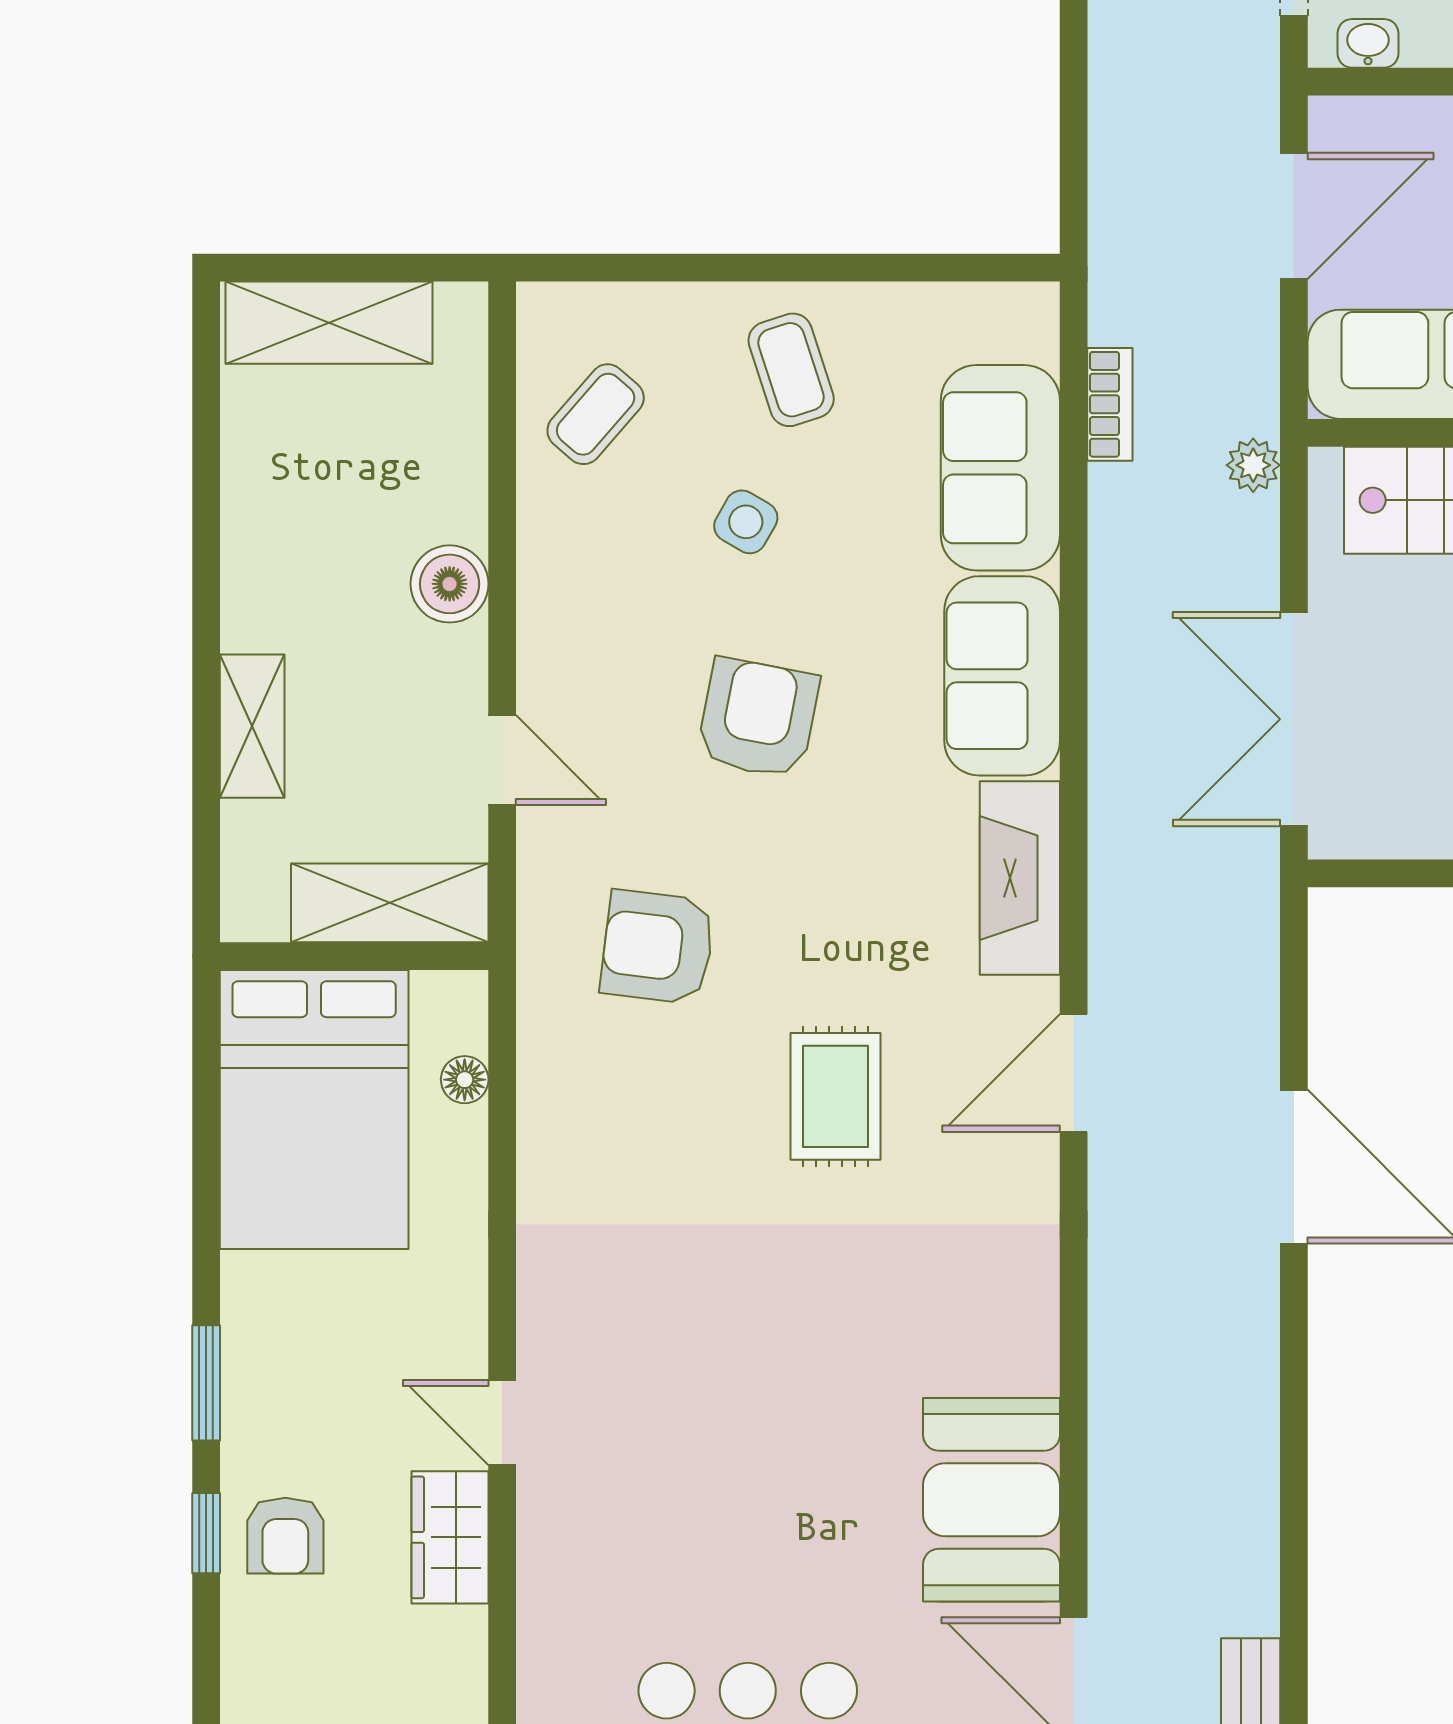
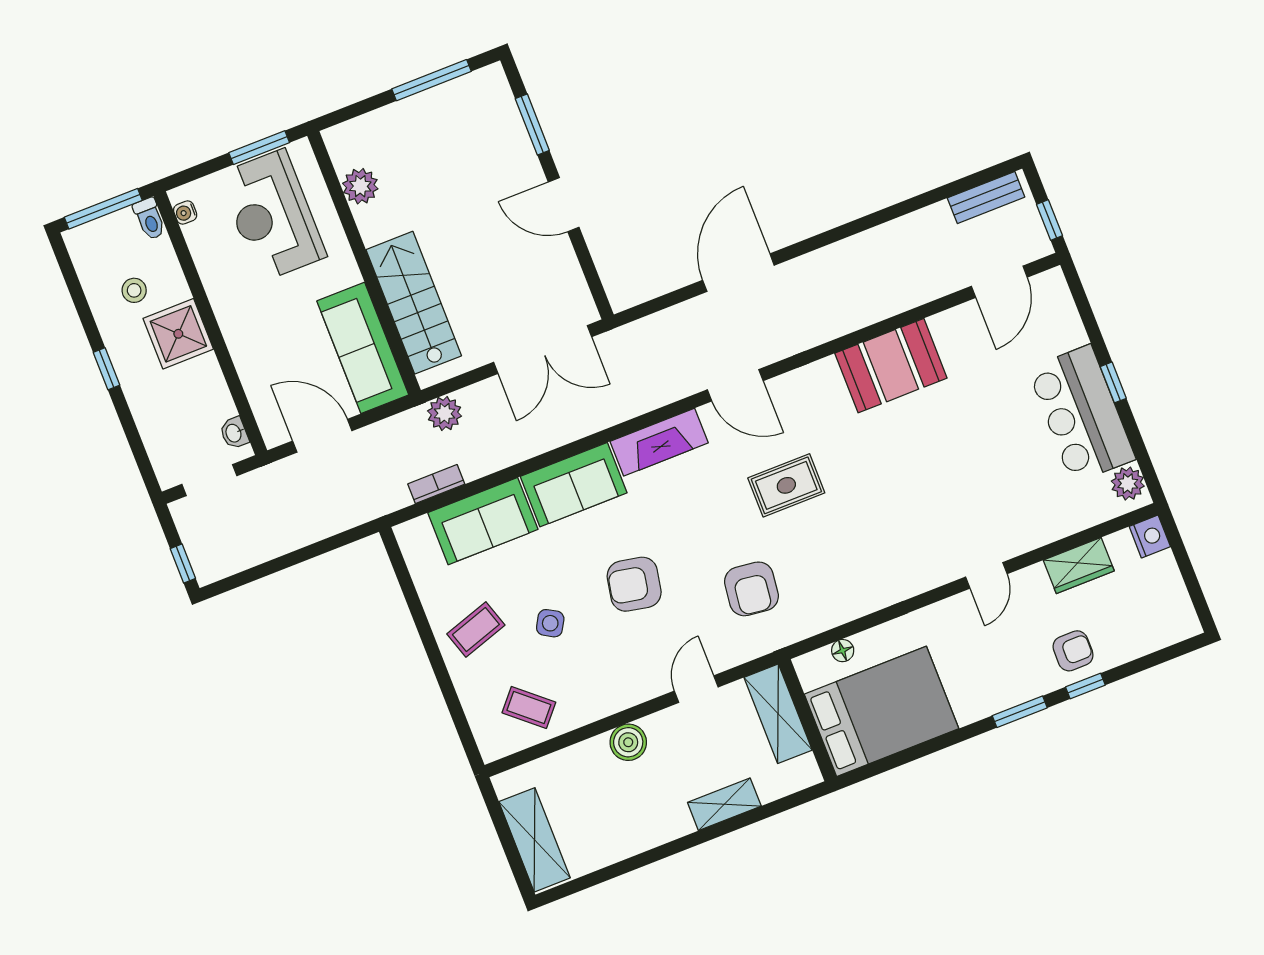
plant: (1253, 465) -> (445, 413), width x1.38, depth x1.38
booth: (991, 1500) -> (891, 366), moved
wardrobe: (450, 1537) -> (1079, 566), moved

